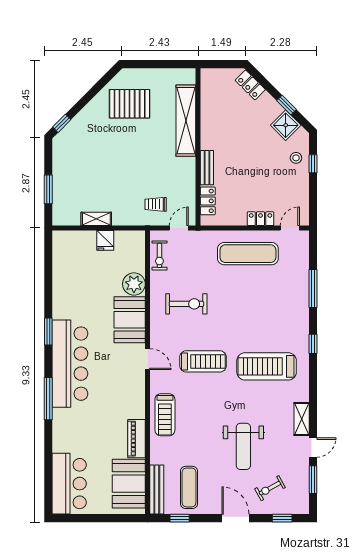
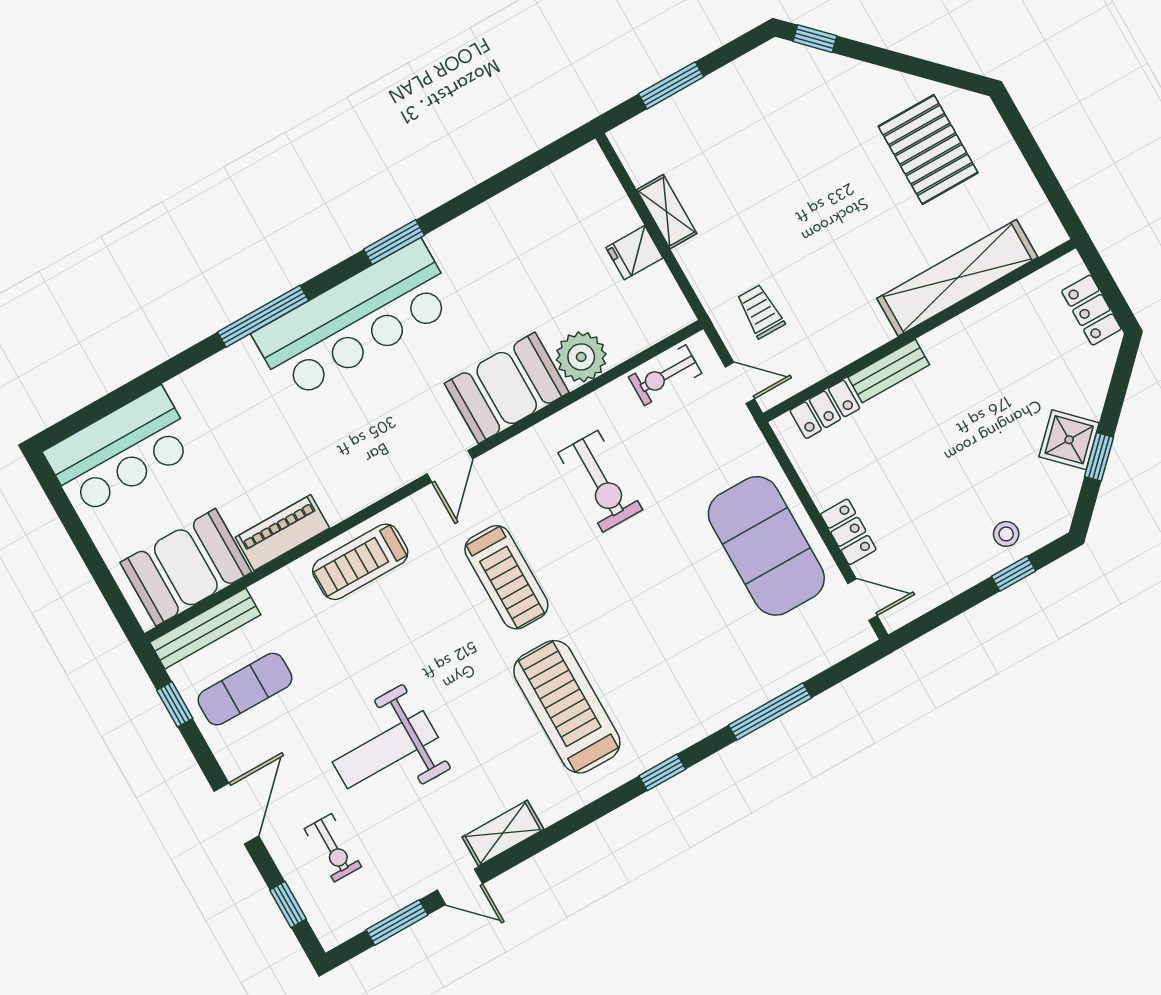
locker: (250, 85) -> (1091, 310), moved, turned -45
shower: (286, 125) -> (1069, 440), moved
exercise mat: (248, 254) -> (766, 546), width x1.47
exercise bike: (270, 488) -> (333, 848), turned -151

